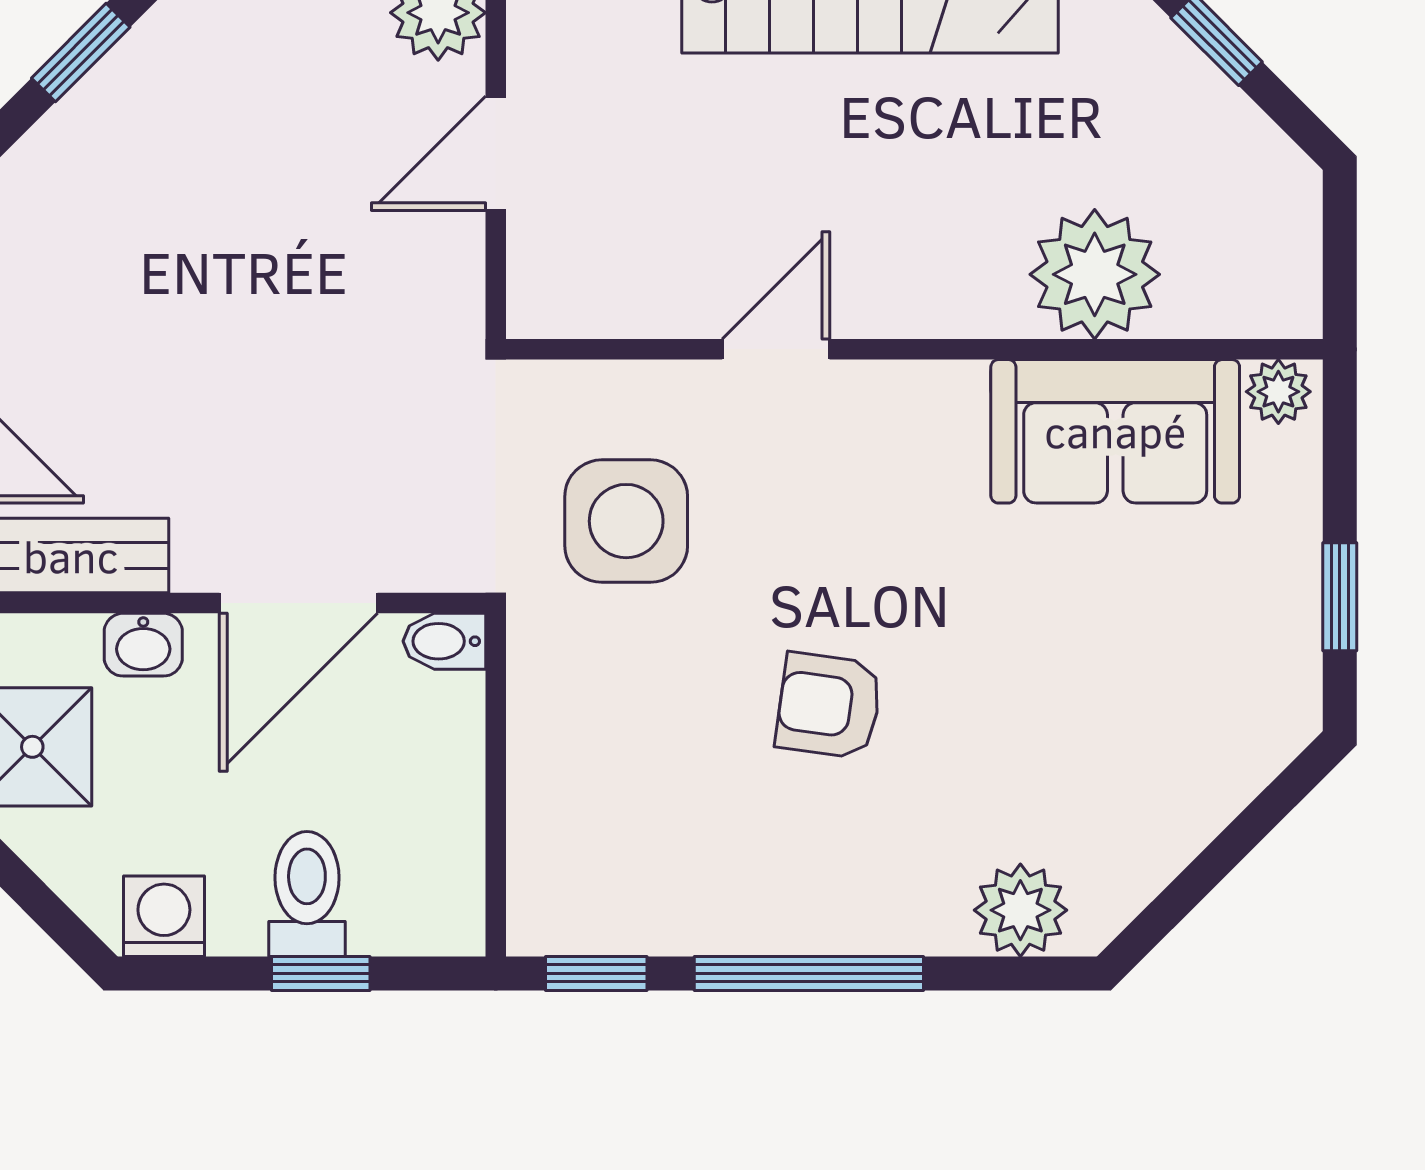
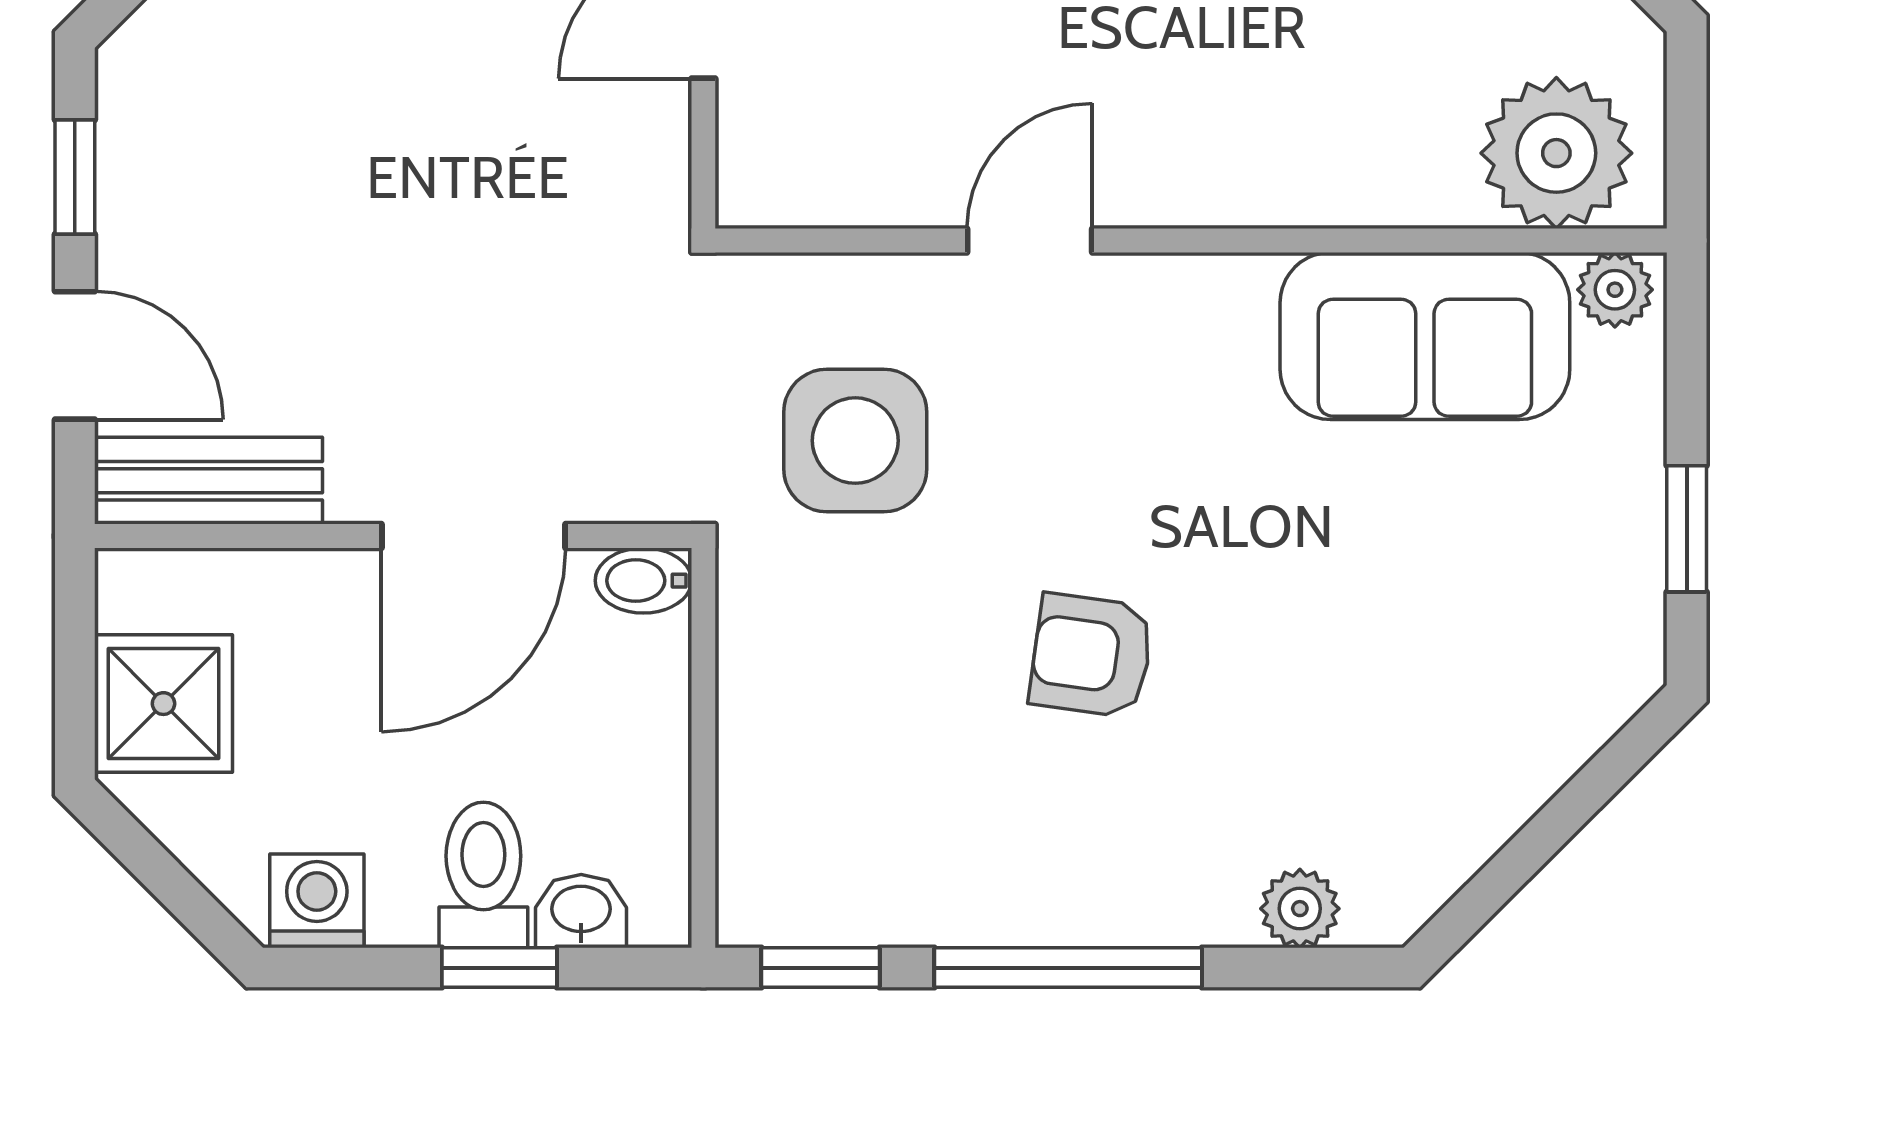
plant: (1095, 274) -> (1556, 153), moved
washbasin: (143, 645) -> (581, 911), moved, turned 180
plant: (1020, 910) -> (1300, 909), width x0.73, depth x0.73

